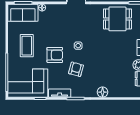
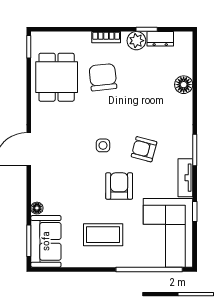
chair: (117, 46) -> (103, 77), added
floor lamp: (103, 92) -> (184, 85), moved

